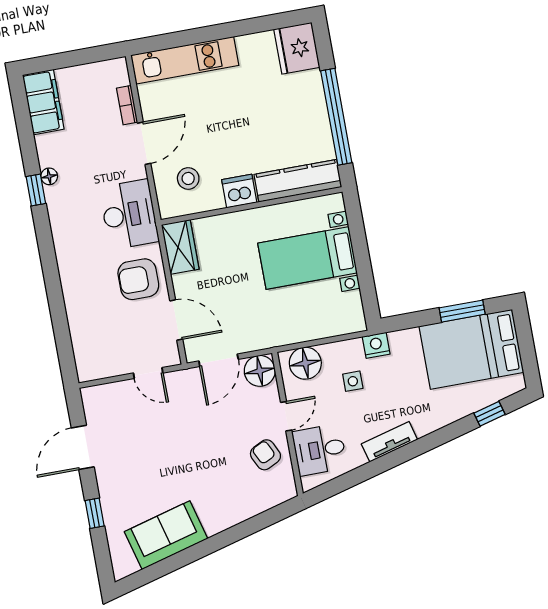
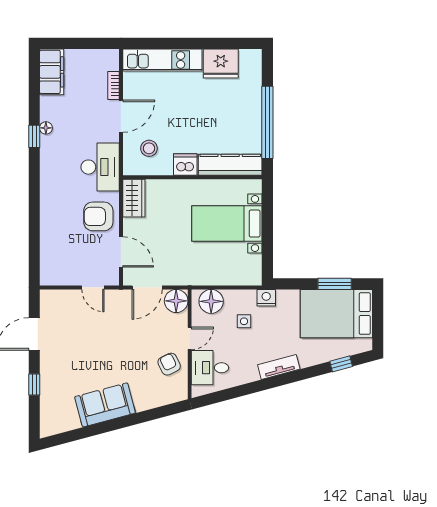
fridge: (297, 48) -> (221, 63), moved, turned -90
tv unit: (389, 442) -> (279, 367), moved
sofa: (166, 535) -> (105, 405), moved

